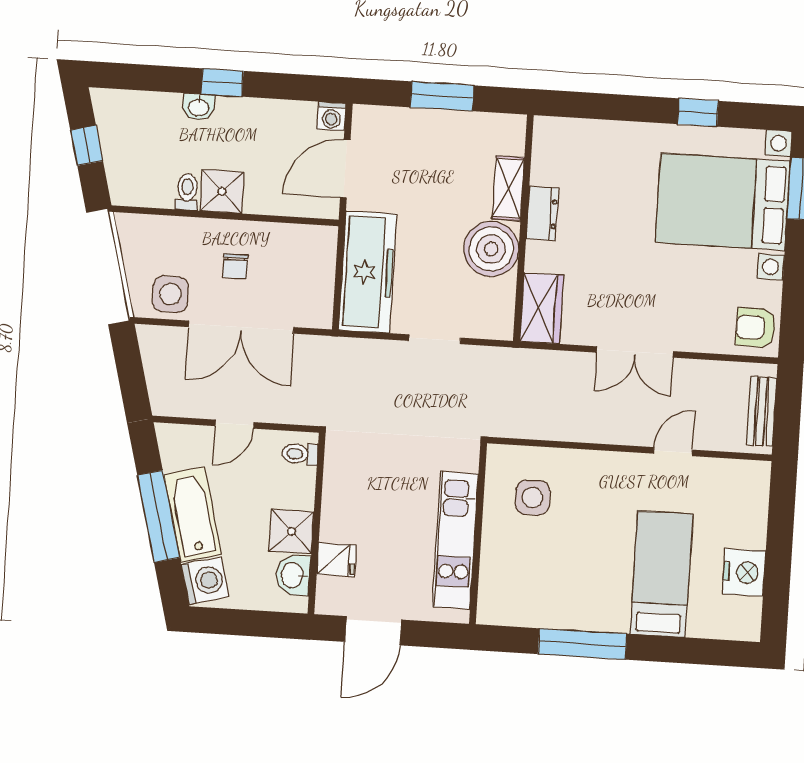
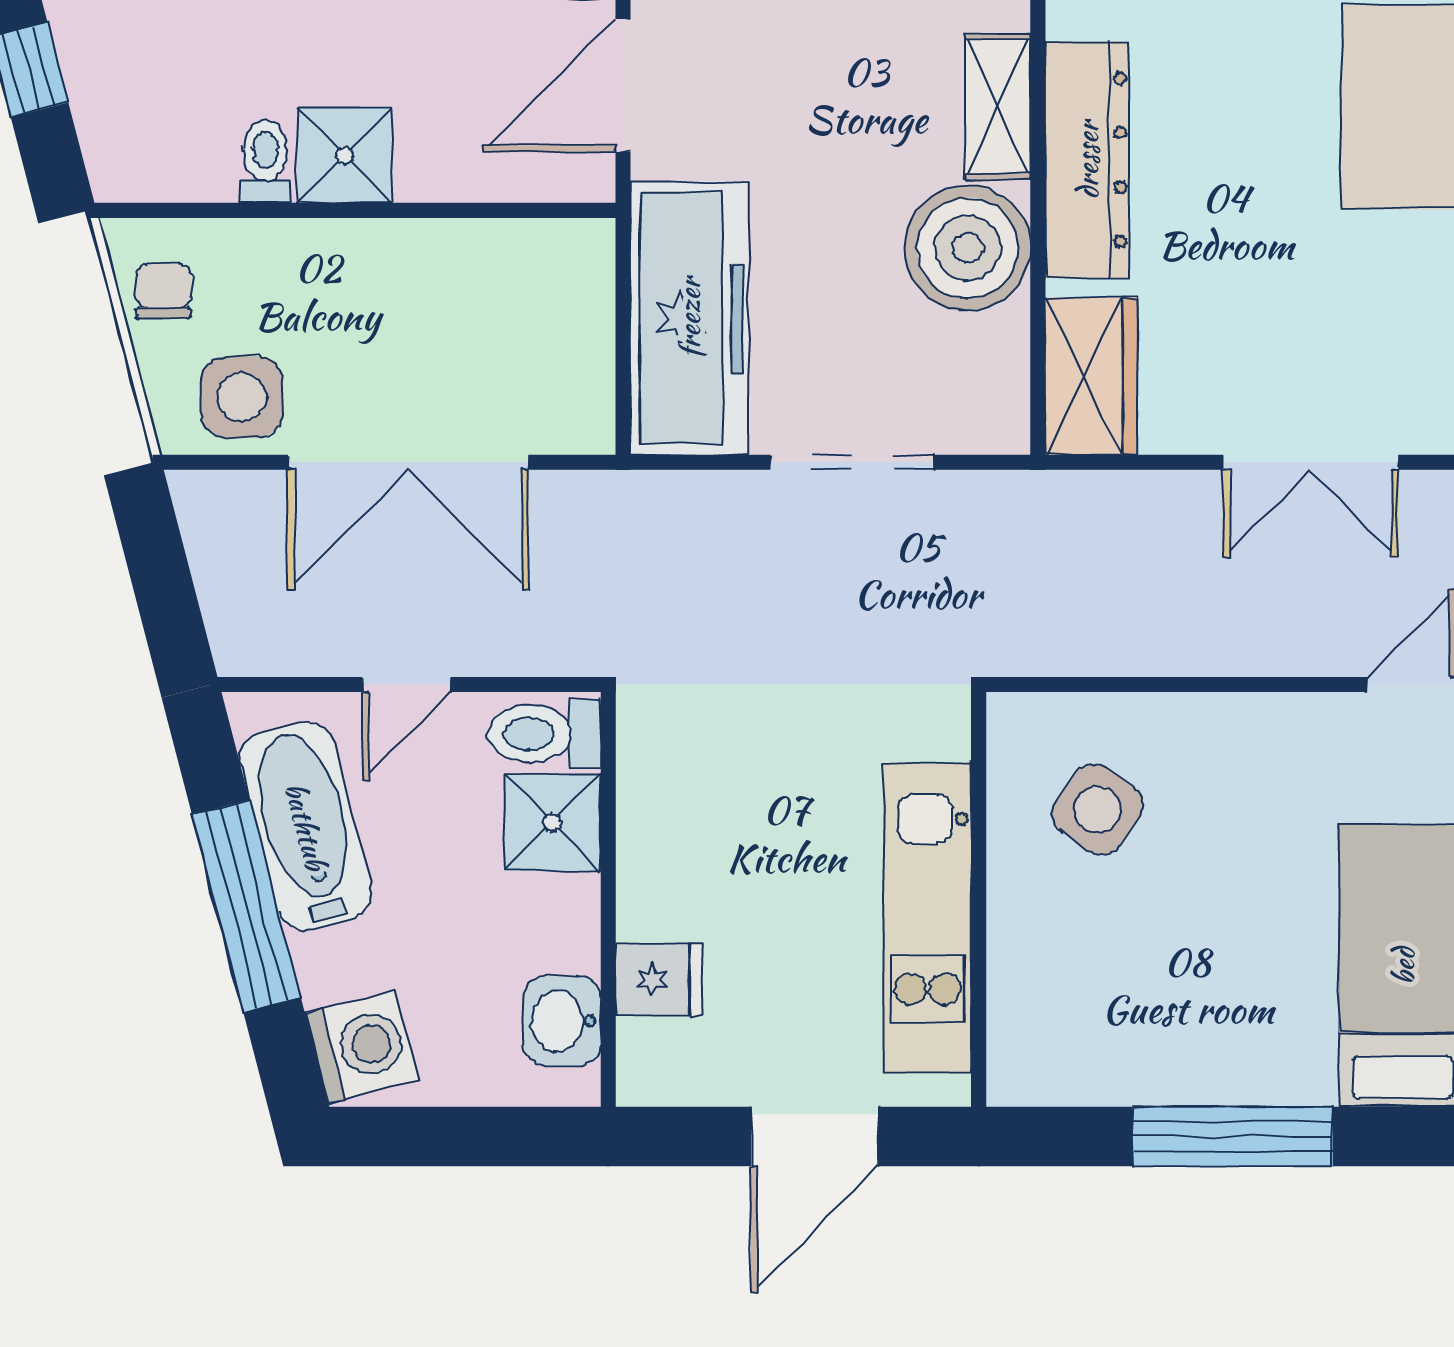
dresser: (542, 214) -> (1087, 160), width x1.96, depth x1.24
chair: (235, 266) -> (163, 291), moved, turned 180
doorway: (435, 339) -> (852, 462), width x1.38
toilet: (300, 454) -> (544, 734), width x1.37, depth x1.39
side table: (533, 498) -> (1098, 809), turned 35
bathtub: (193, 514) -> (306, 826), moved
shower: (292, 531) -> (552, 823), moved
door: (373, 631) -> (815, 1136), moved

